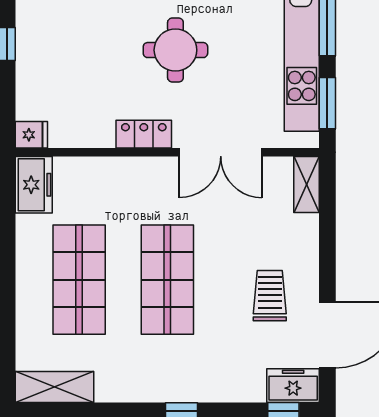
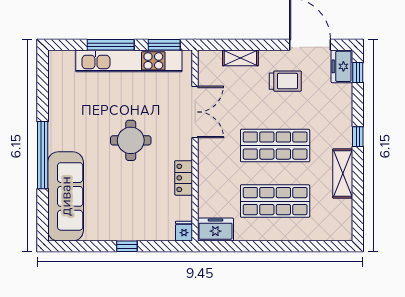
locker: (144, 134) -> (184, 178), moved
shelving: (307, 185) -> (240, 58), moved
trolley: (270, 296) -> (285, 81), turned 180
shelving: (54, 387) -> (343, 174), moved

